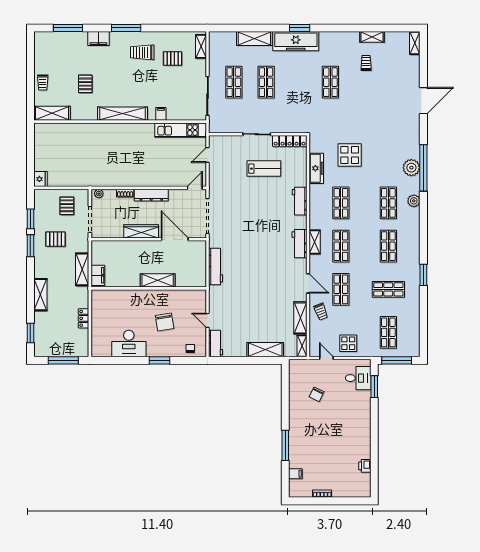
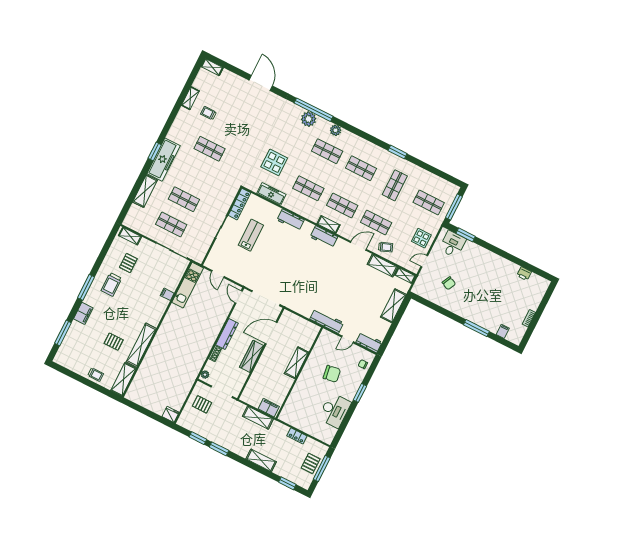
shelving: (123, 114) -> (141, 345), moved
pallet: (56, 239) -> (311, 463), moved
workbench: (216, 267) -> (327, 321), moved

